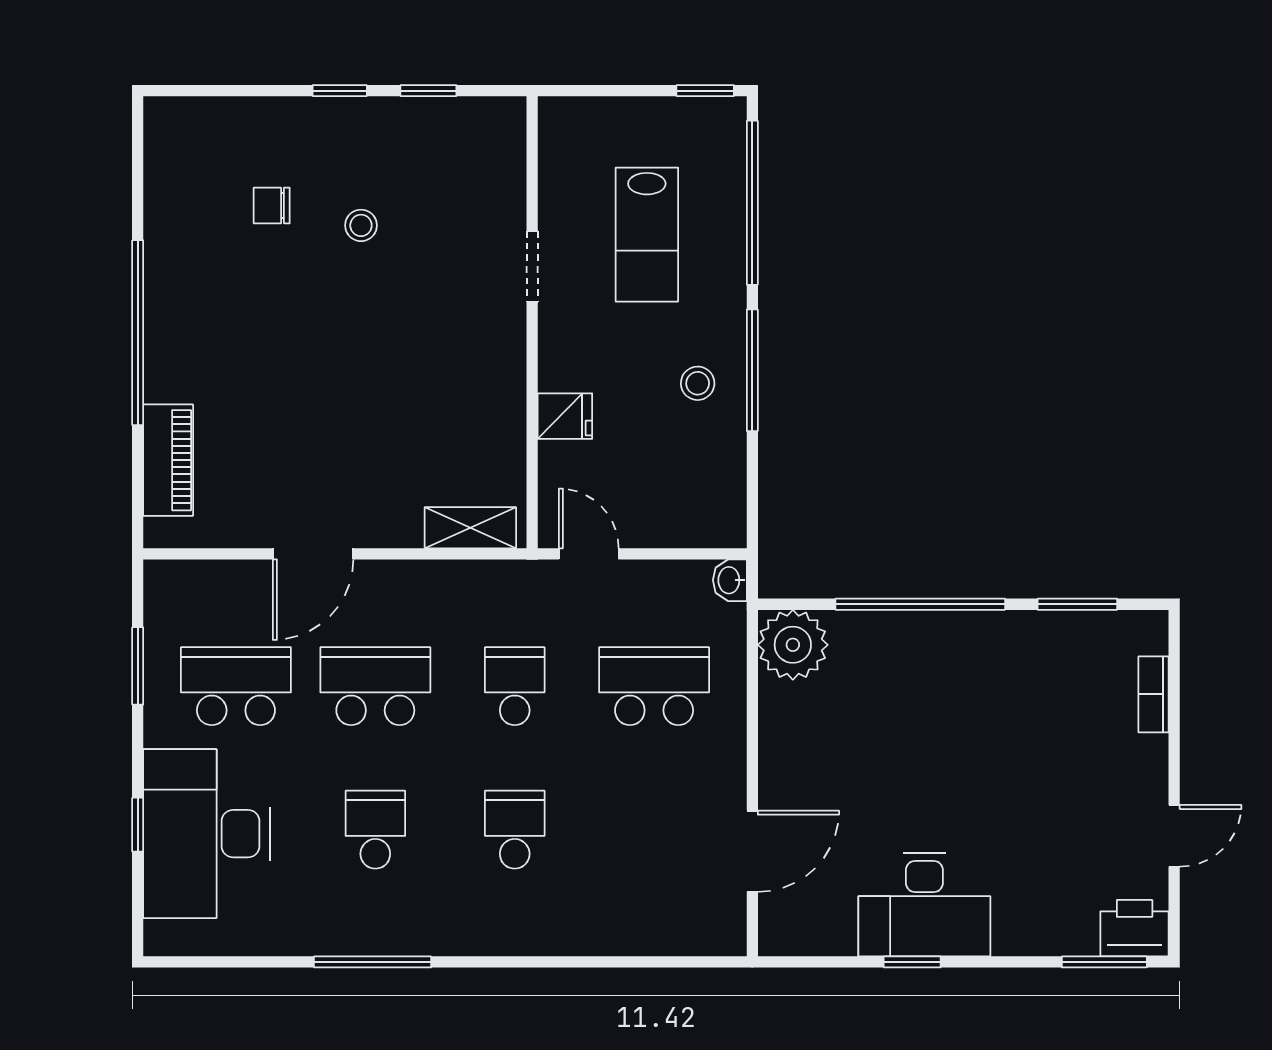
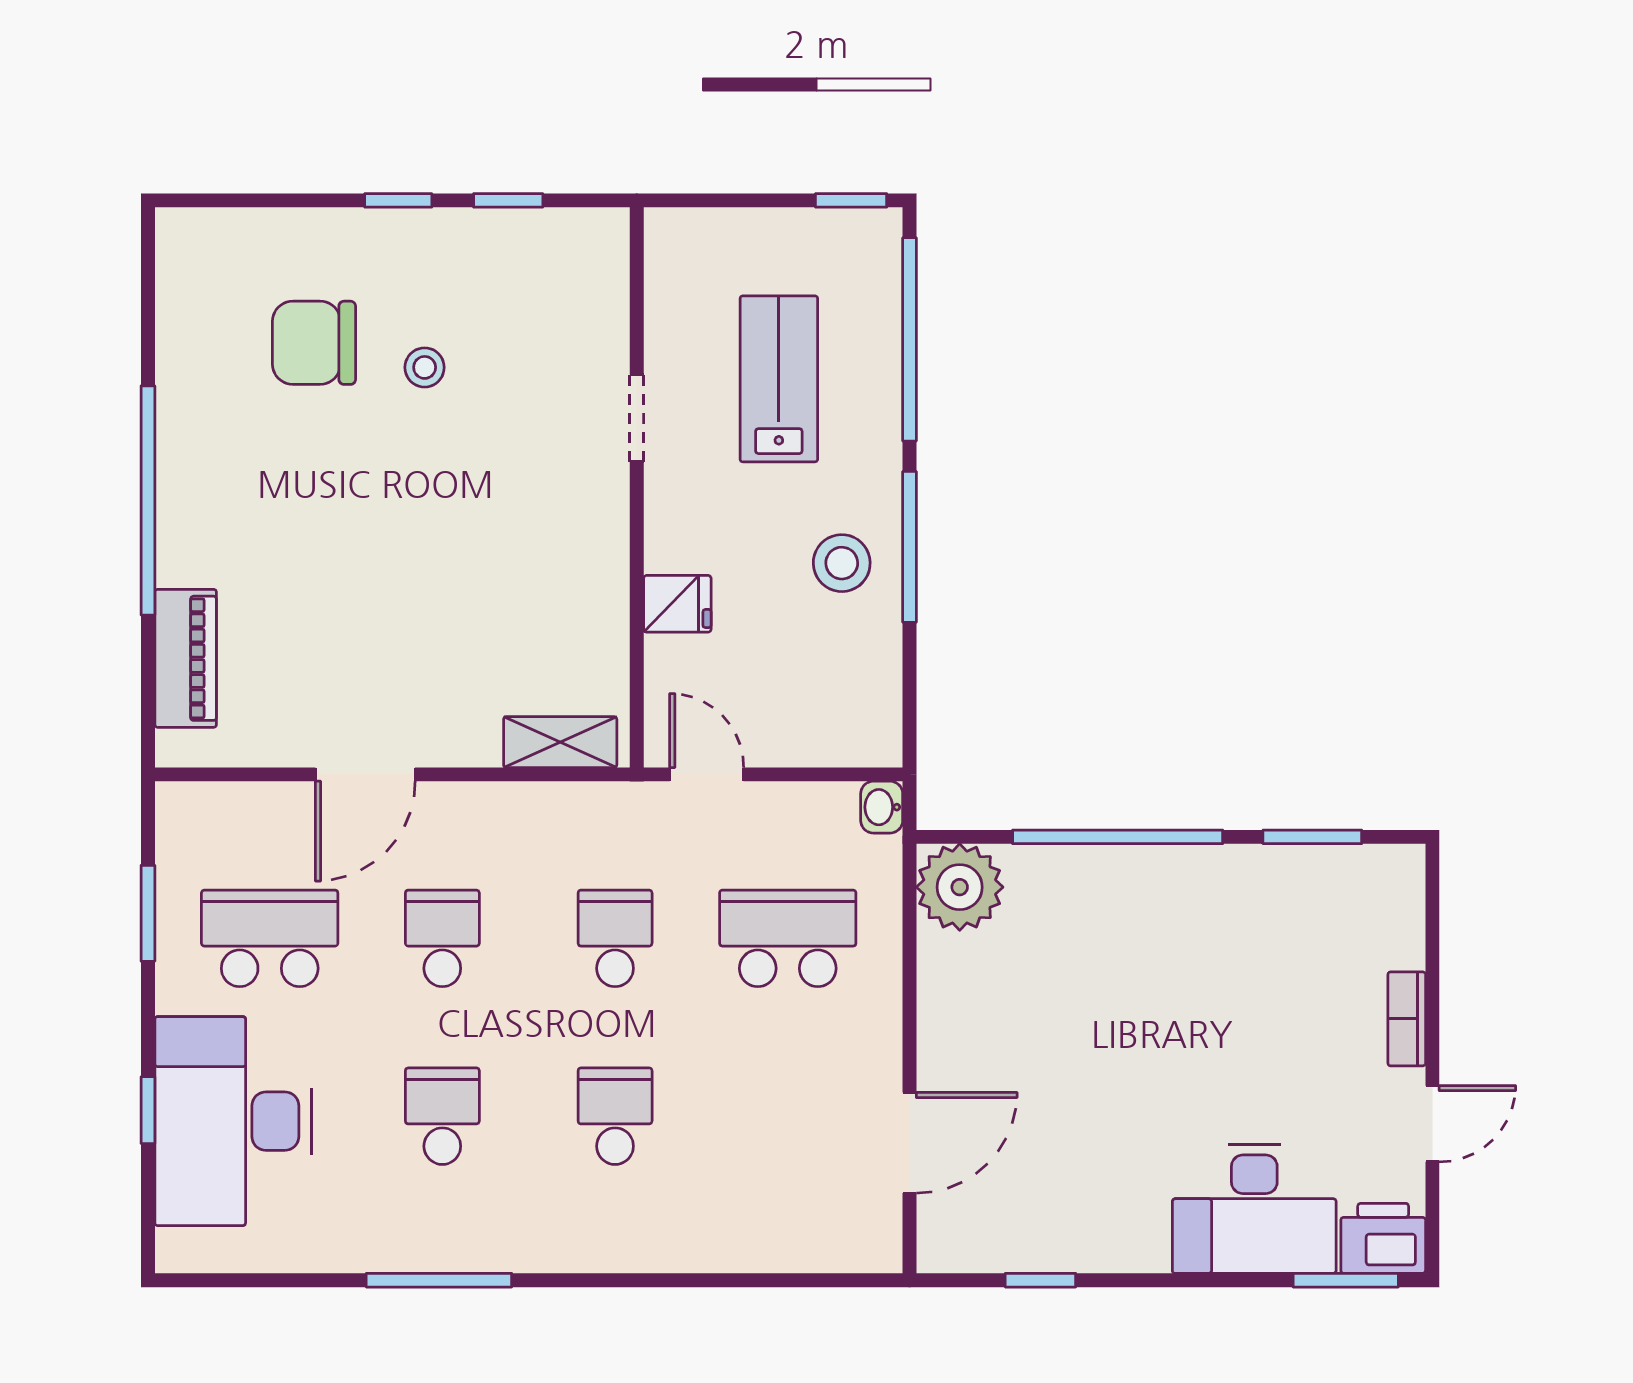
chair: (272, 206) -> (314, 343), width x1.87, depth x1.87
lab bench: (647, 235) -> (779, 379), turned 180
stool: (698, 383) -> (842, 563), width x1.37, depth x1.37
school desk: (375, 686) -> (442, 938), width x0.54
bookcase: (1154, 694) -> (1407, 1019), moved
desk: (924, 905) -> (1254, 1209), moved
window: (912, 962) -> (1040, 1280), moved

